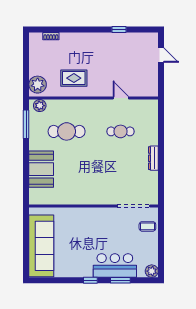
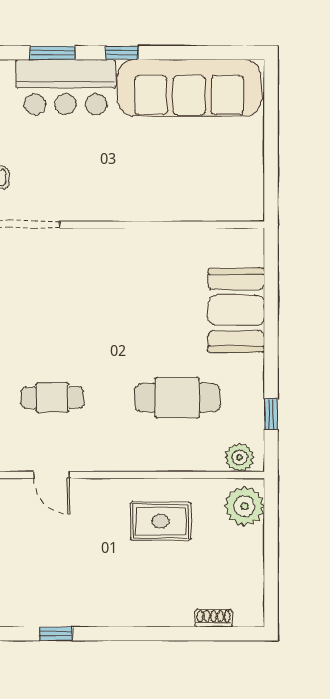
window: (26, 124) -> (271, 414), width x0.46
sofa: (41, 246) -> (189, 88), moved, turned -90

